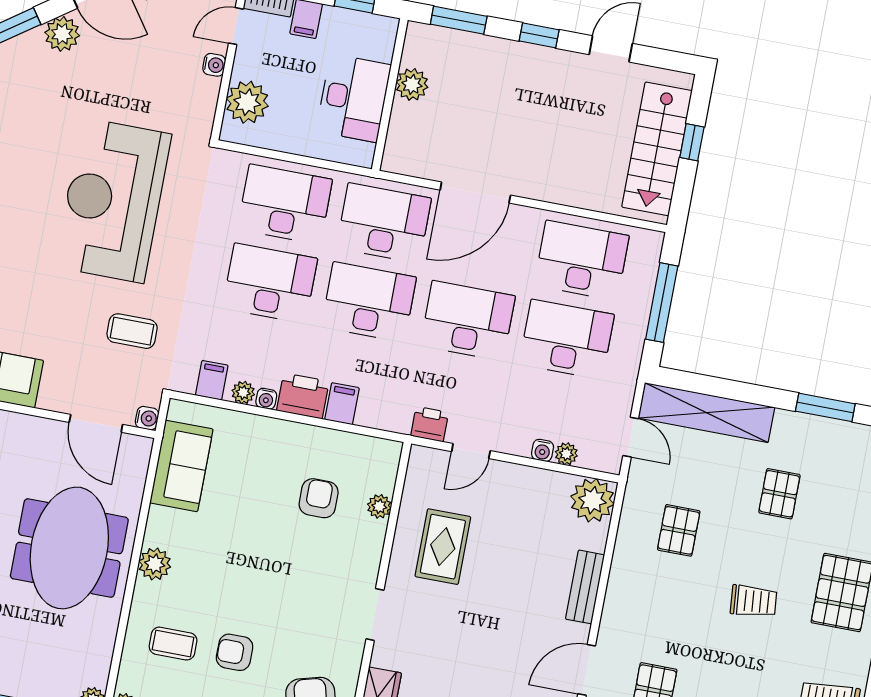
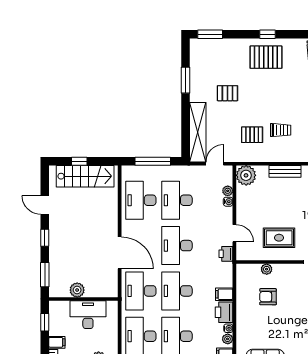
trolley: (754, 601) -> (281, 130), moved, turned 95

